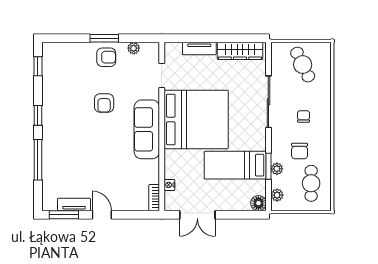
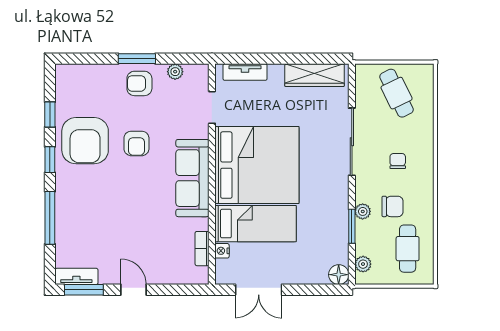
tv unit: (199, 49) -> (245, 72), moved
armchair: (106, 57) -> (139, 83), turned 180
window: (38, 66) -> (50, 114), moved
armchair: (65, 101) -> (85, 141), added
chair: (300, 151) -> (392, 206), turned -90
bed: (235, 165) -> (256, 224), moved, turned 180
plant: (277, 169) -> (363, 211), moved
bookcase: (154, 198) -> (202, 249), moved
tv unit: (74, 205) -> (76, 276), moved

